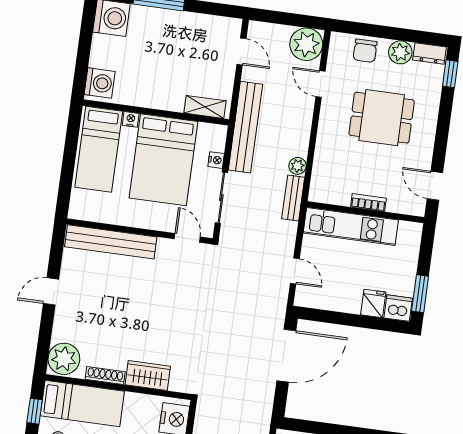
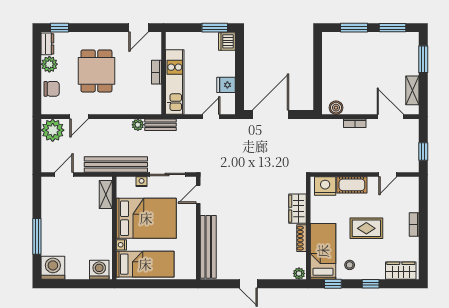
fridge: (373, 303) -> (226, 85), moved
door: (286, 356) -> (271, 114), hinge flipped
plant: (64, 359) -> (299, 273), width x0.53, depth x0.53

